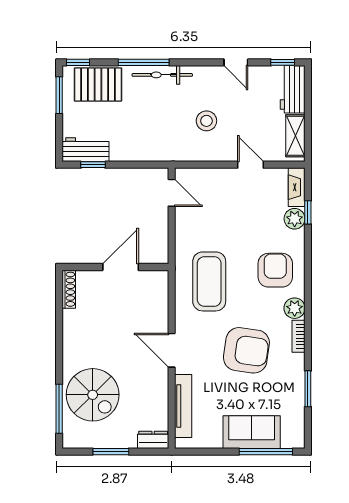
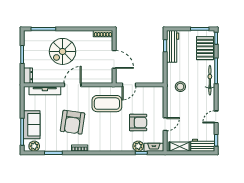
stool: (206, 121) -> (180, 87), moved
workbench: (86, 150) -> (173, 46), width x1.37
door: (172, 193) -> (129, 85), moved
armchair: (275, 270) -> (138, 123), moved
plant: (295, 308) -> (34, 146), moved
spiral stairs: (93, 395) -> (63, 51), moved

